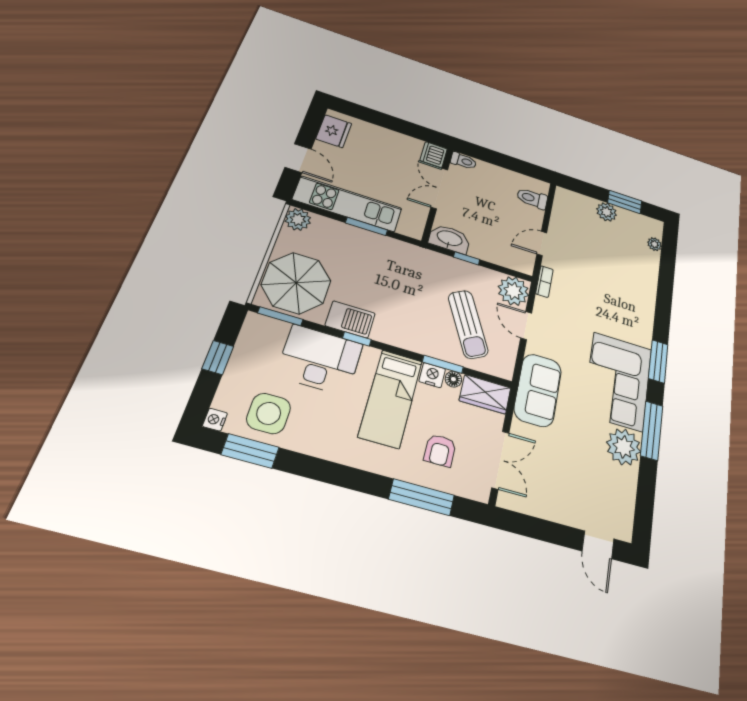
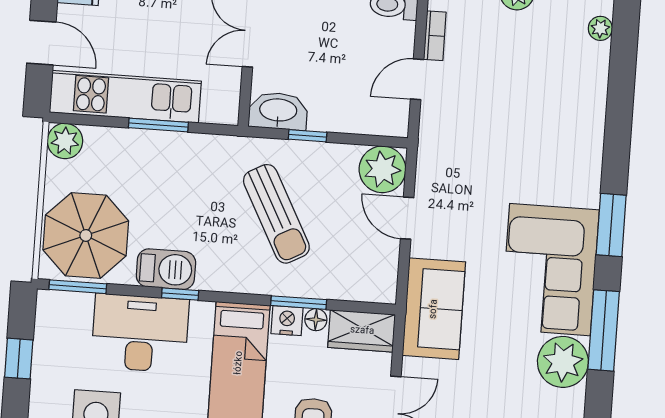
bookcase: (544, 282) -> (435, 36), moved
sun lounger: (468, 324) -> (276, 214), moved

